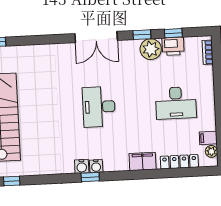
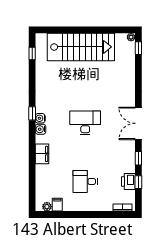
plant: (151, 49) -> (127, 164), removed
desk: (176, 103) -> (85, 181), width x0.73
locker: (179, 162) -> (40, 182), removed
water cooler: (82, 166) -> (41, 129), moved

